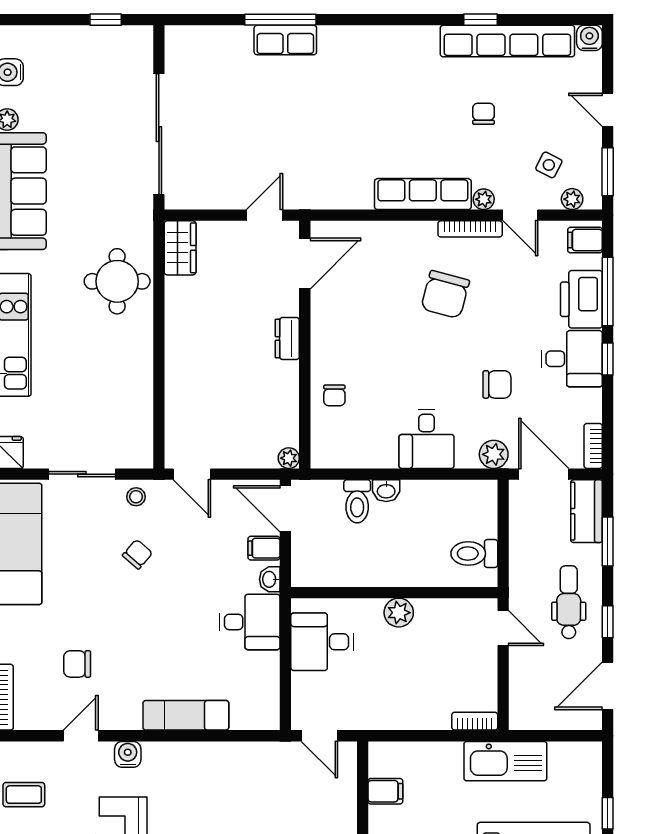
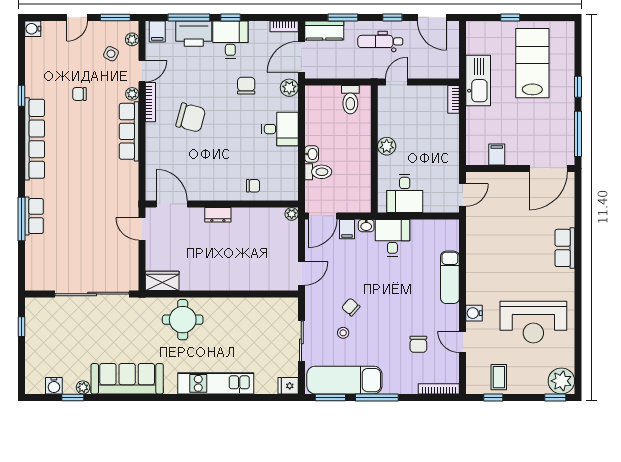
row of seats: (507, 41) -> (35, 139), moved
stool: (136, 497) -> (343, 333), moved

